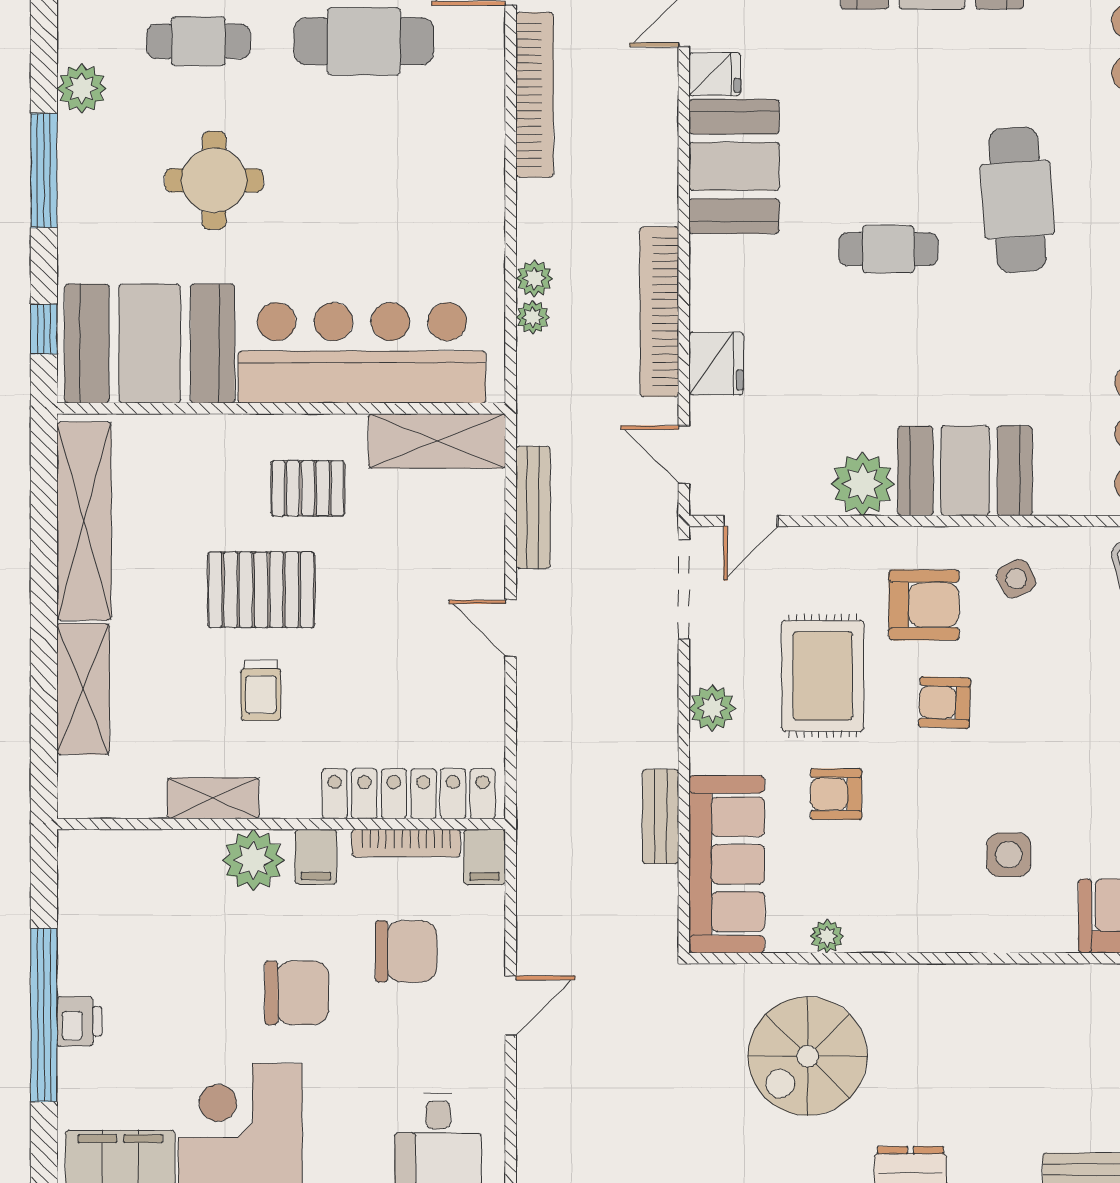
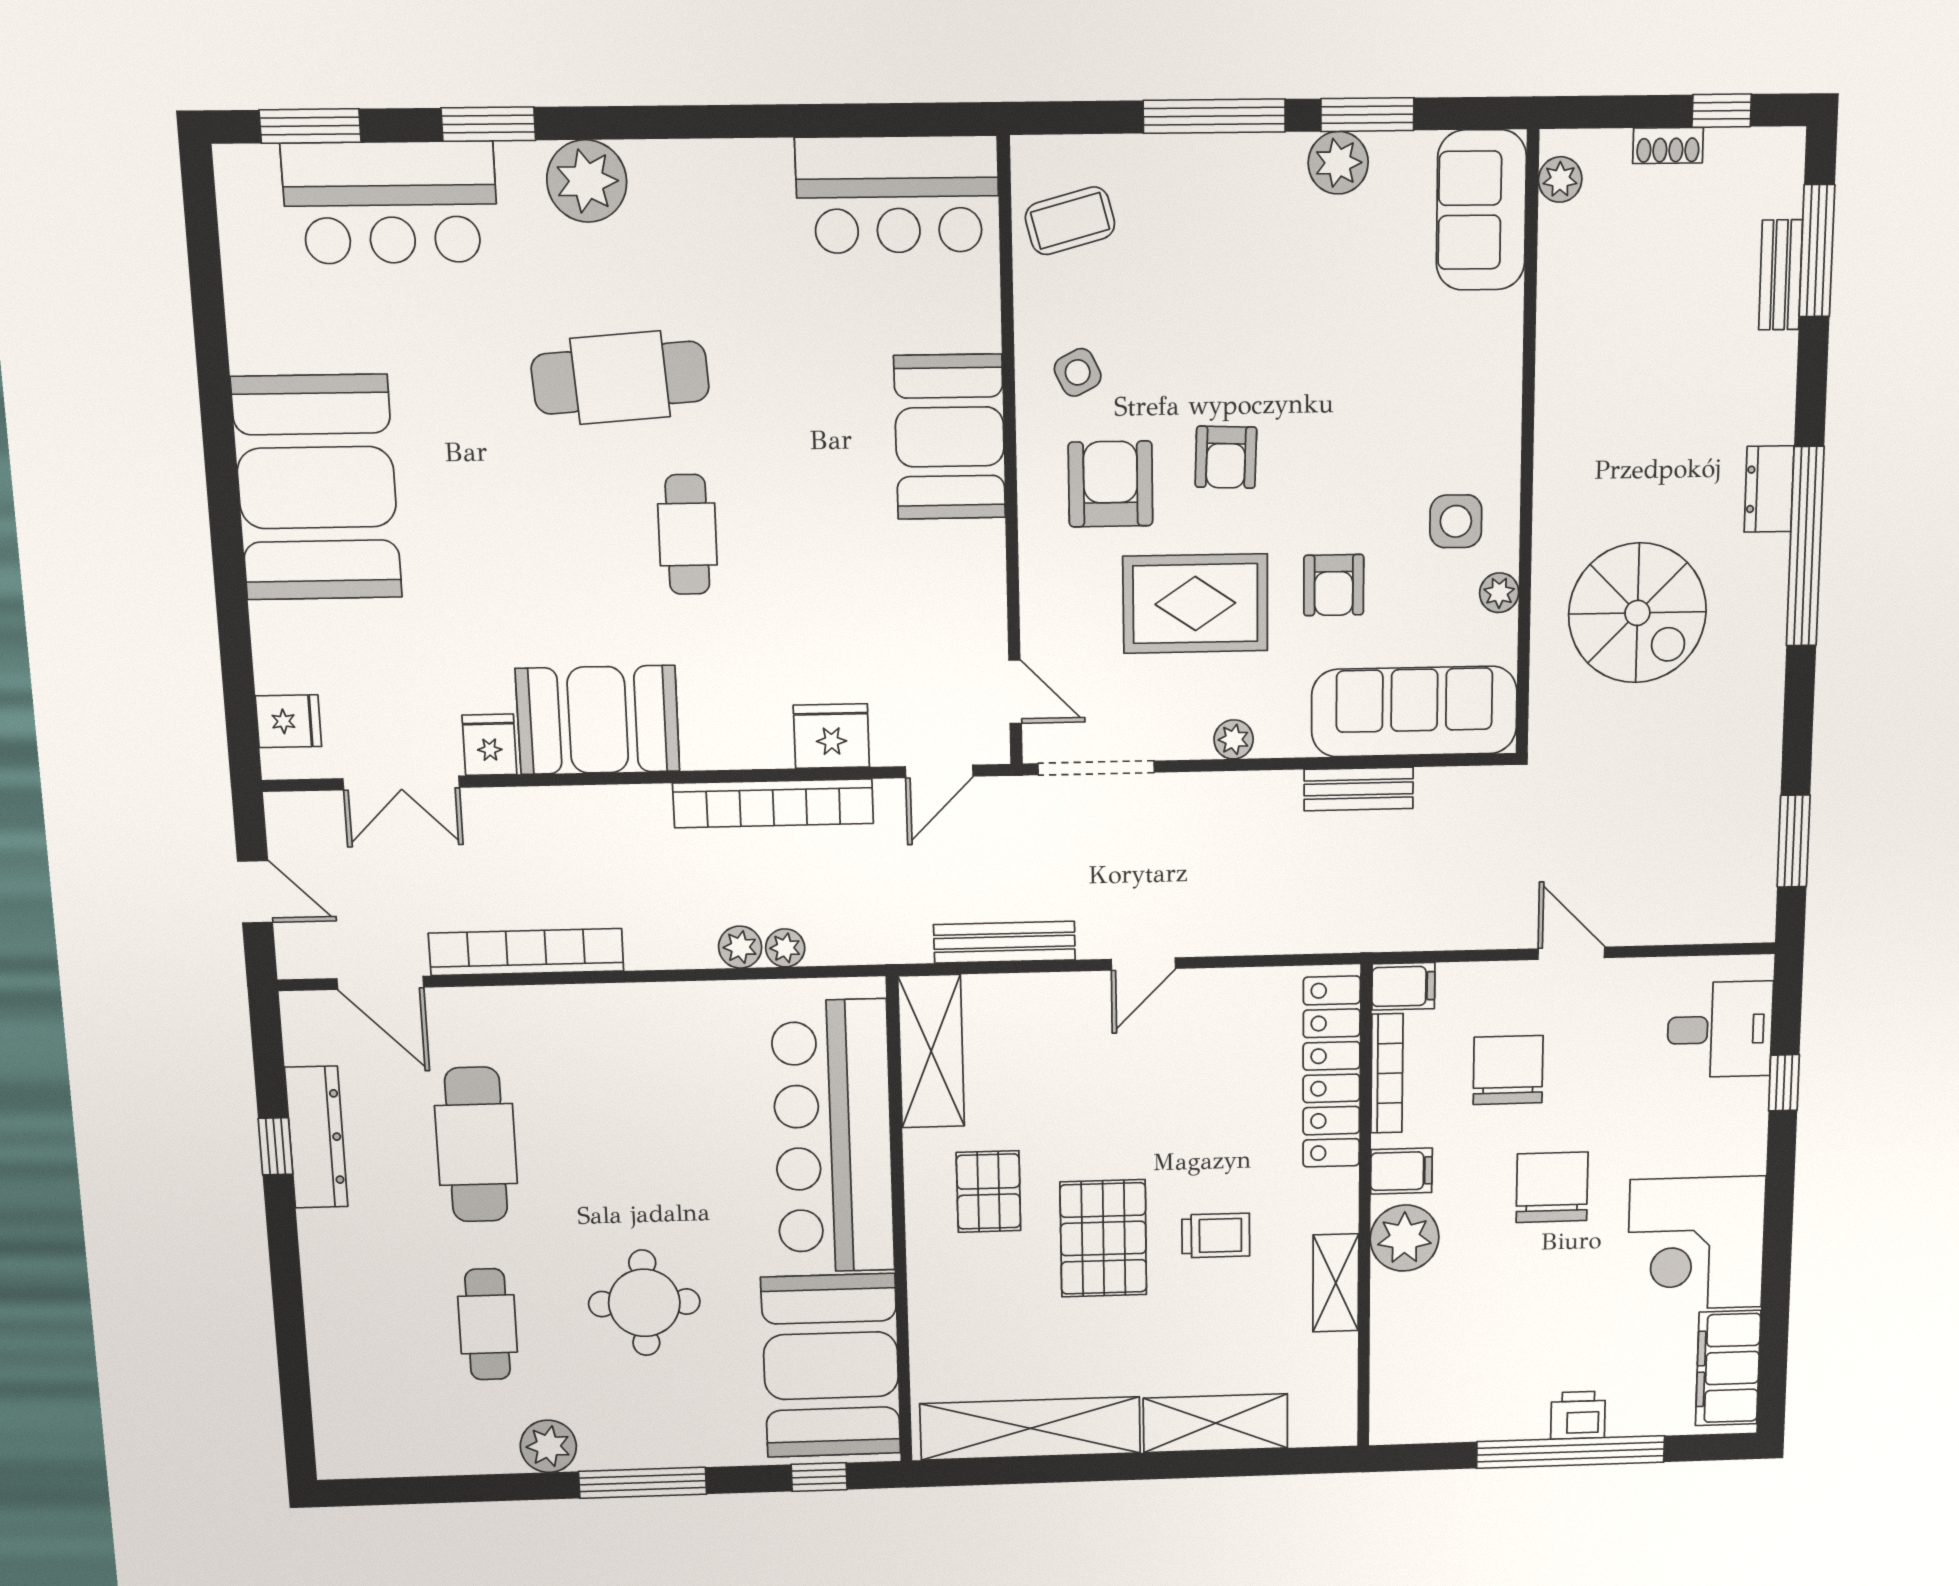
plant: (863, 484) -> (968, 560), removed
plant: (712, 708) -> (1234, 739), width x0.73, depth x0.73
side table: (1009, 855) -> (1456, 521), moved

